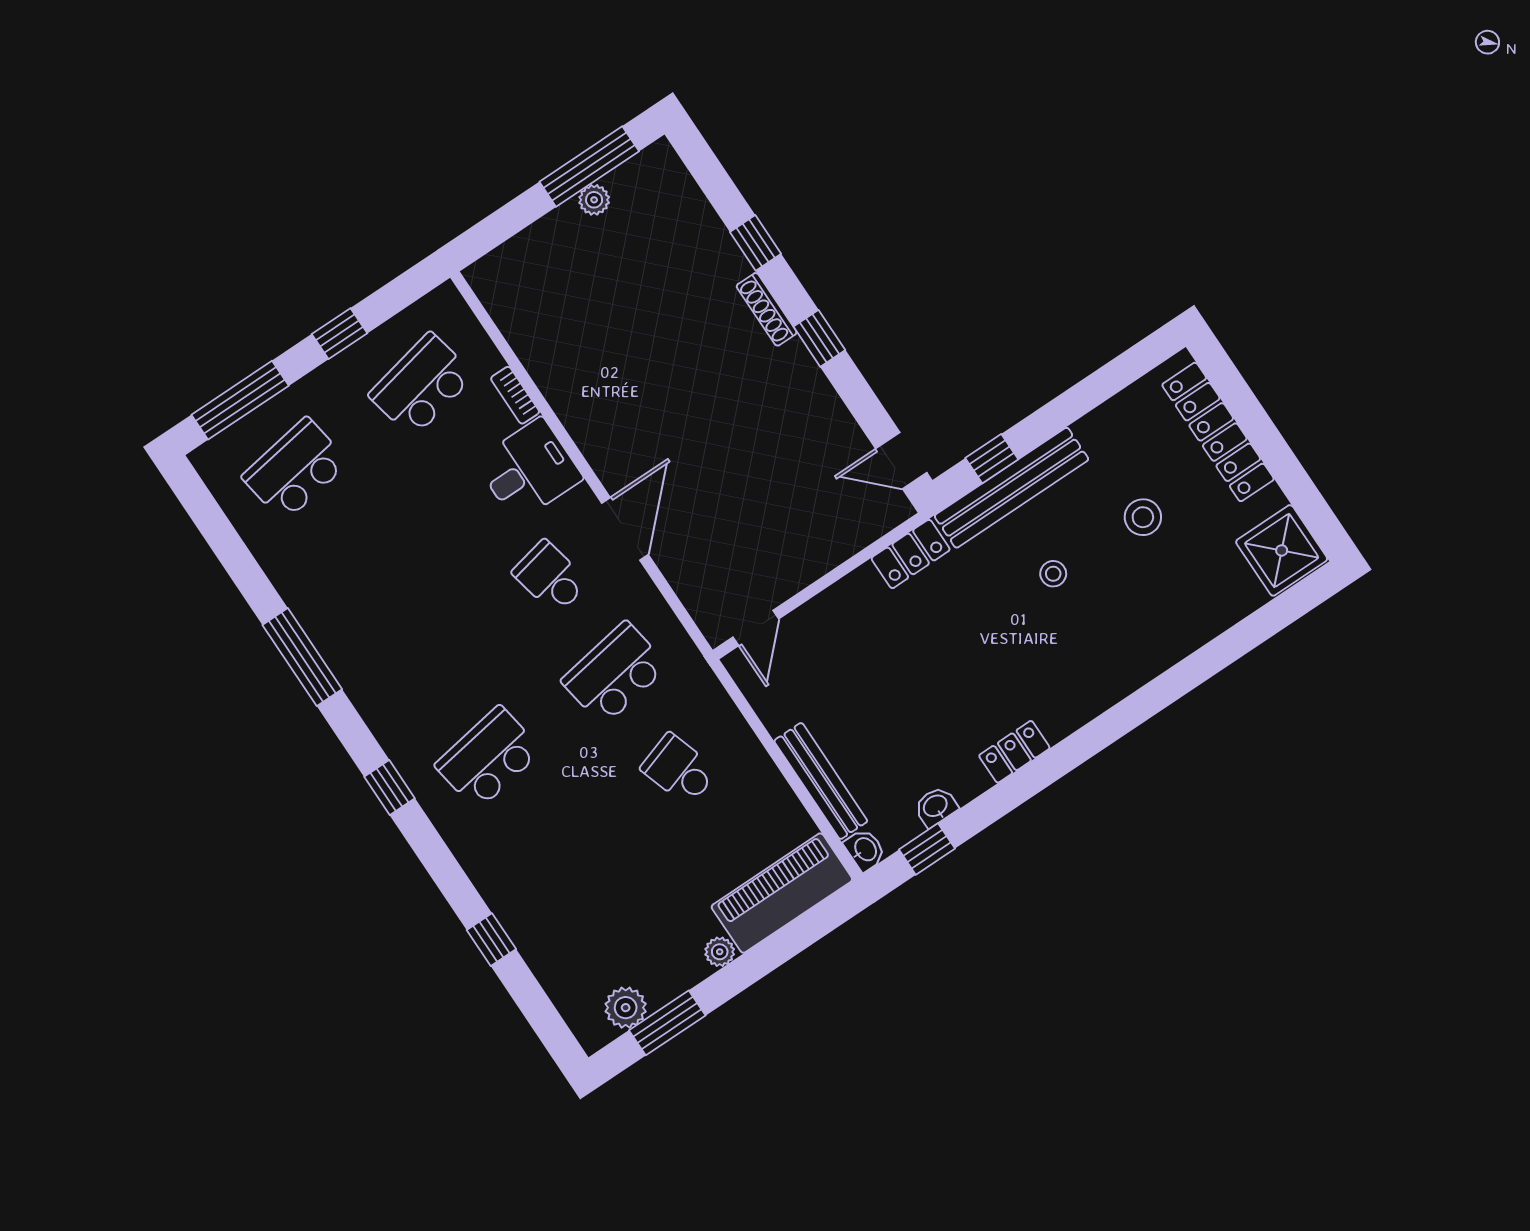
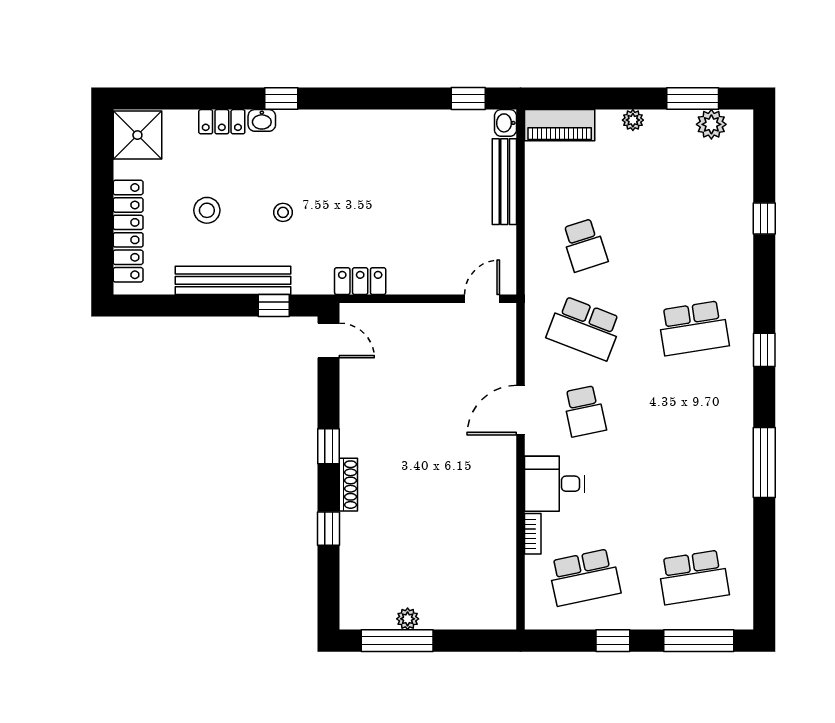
bench: (1011, 488) -> (233, 280), moved
school desk: (615, 673) -> (584, 328), turned 30
window: (1143, 704) -> (281, 99), added
locker: (1014, 752) -> (222, 122), moved
washbasin: (936, 806) -> (262, 120), moved
piano: (782, 893) -> (560, 125), width x0.73, depth x0.75

